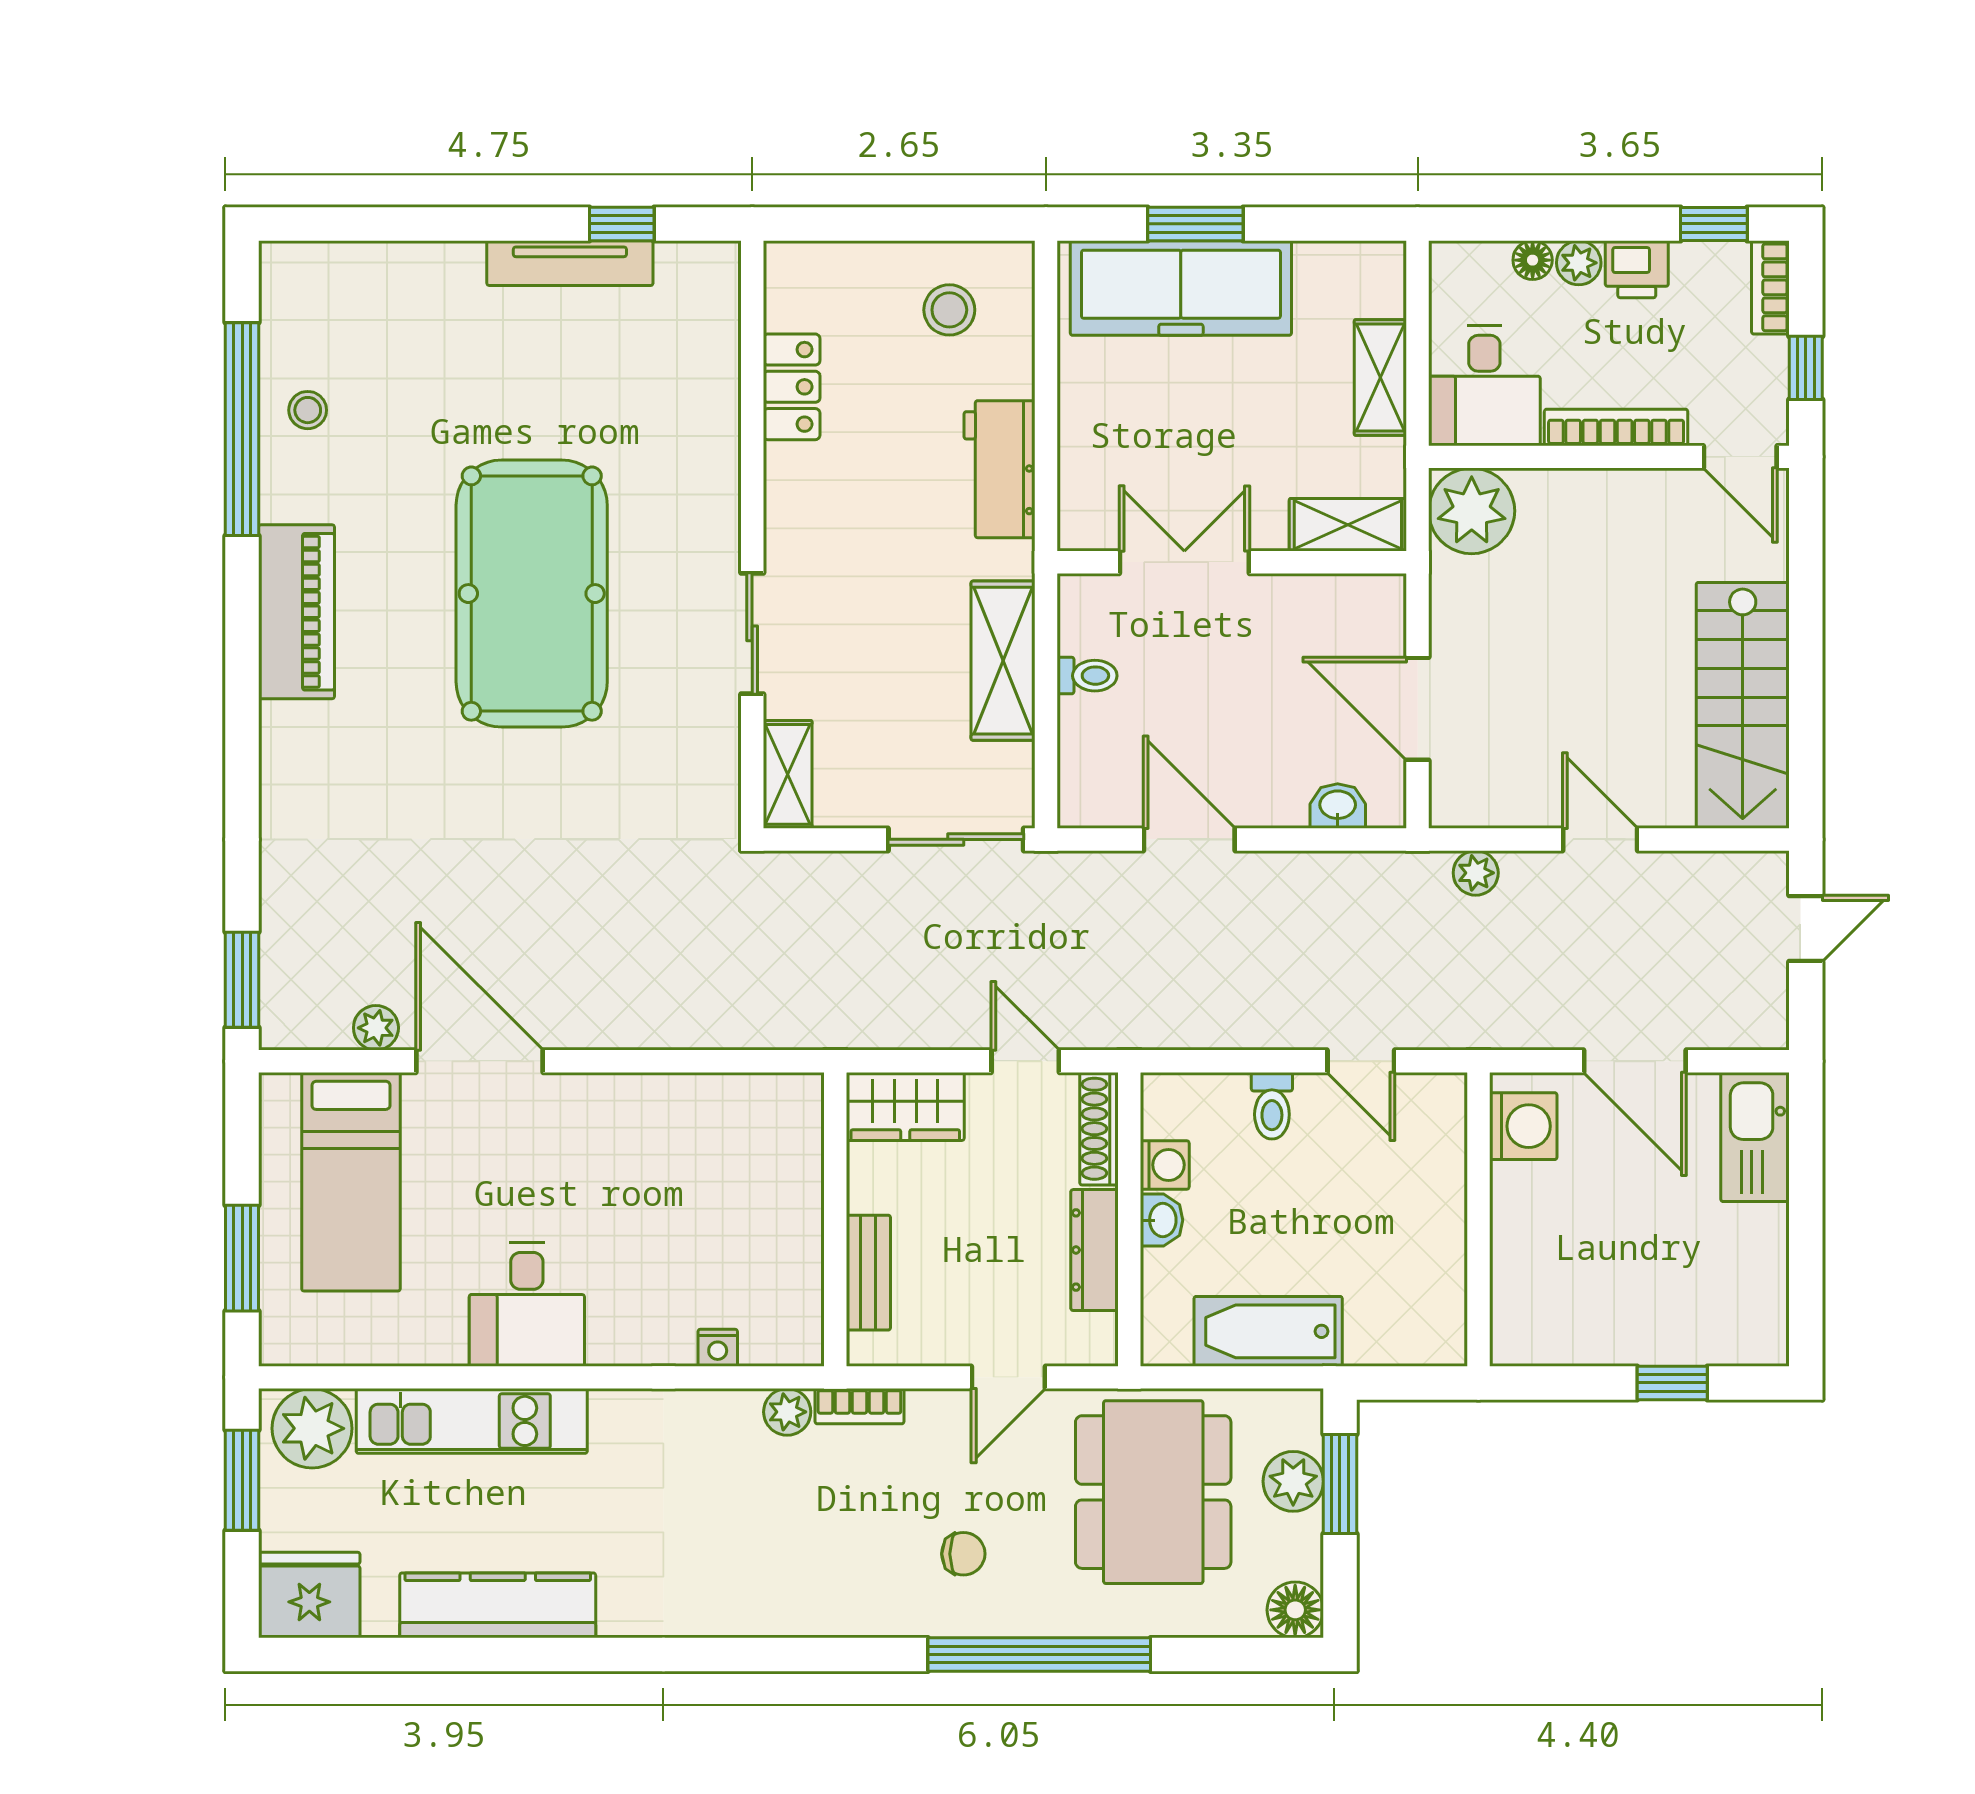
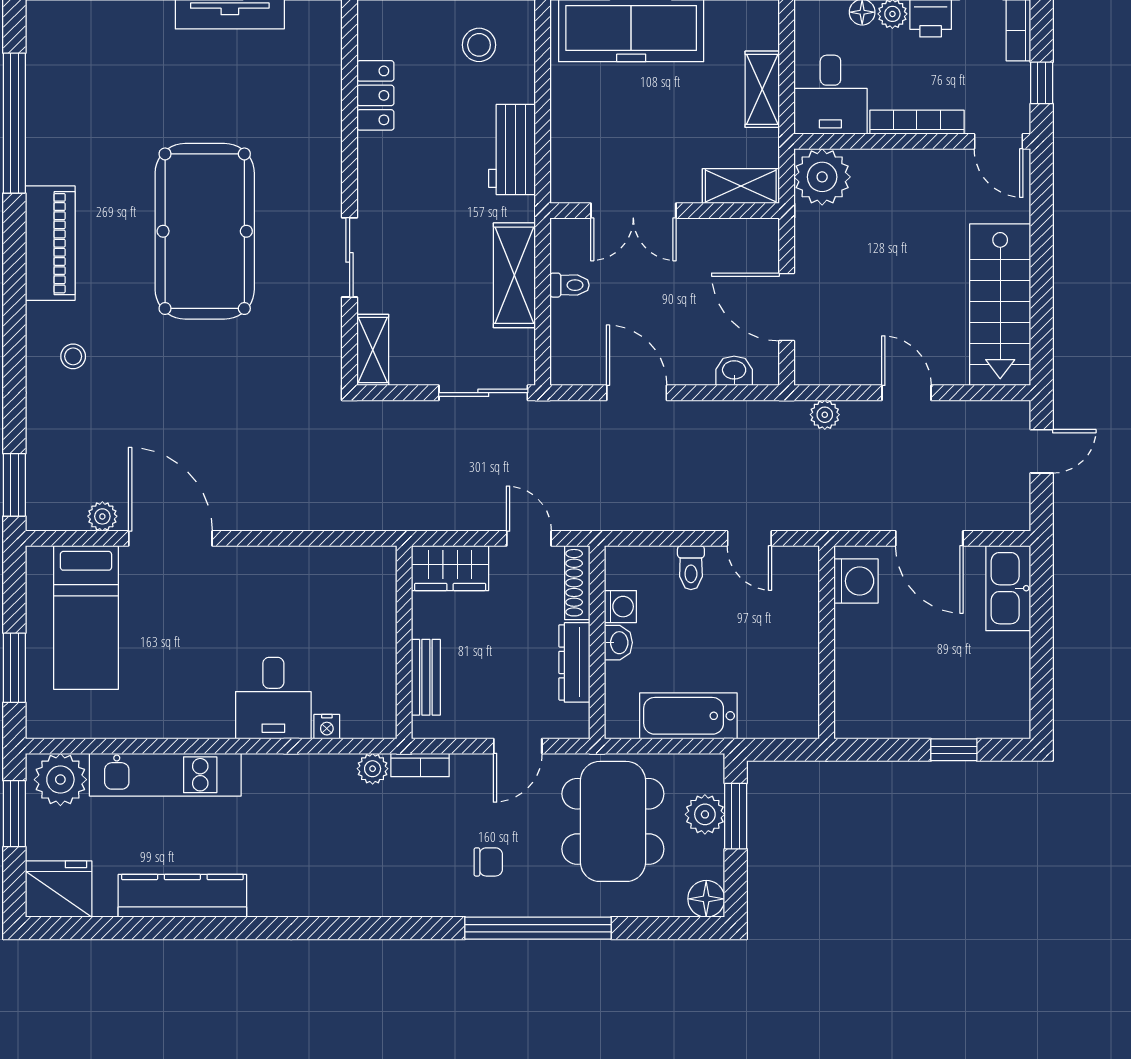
stool: (308, 410) -> (73, 356), moved
double door: (1184, 562) -> (633, 211), swing flipped
desk: (527, 1304) -> (273, 698), moved

